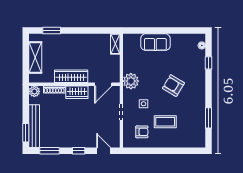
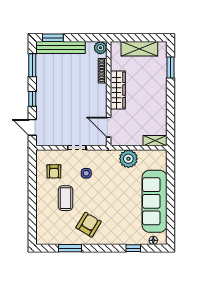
sofa: (155, 42) -> (155, 201), width x1.85, depth x1.27
plant: (131, 81) -> (128, 159), moved
armchair: (173, 86) -> (89, 225), moved
wardrobe: (77, 92) -> (99, 97), removed
door: (104, 151) -> (32, 127), swing flipped

